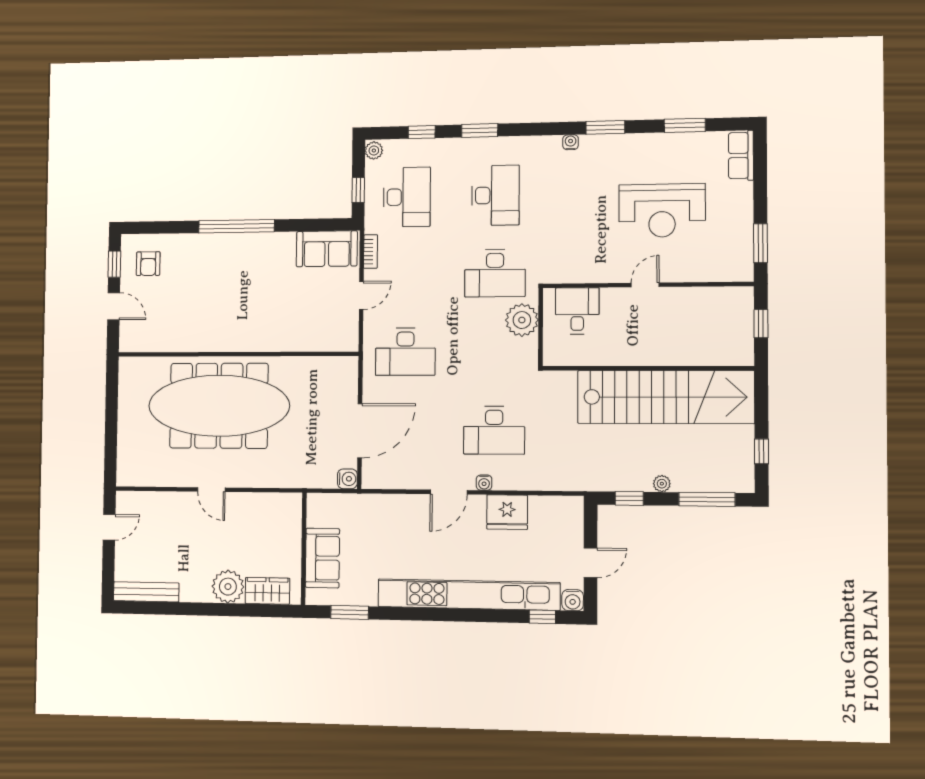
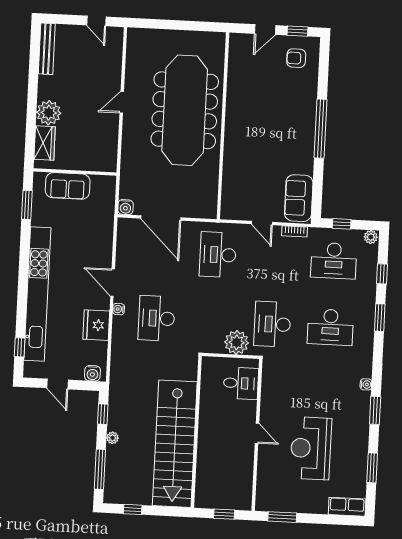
water cooler: (573, 600) -> (92, 373), moved, turned -90

